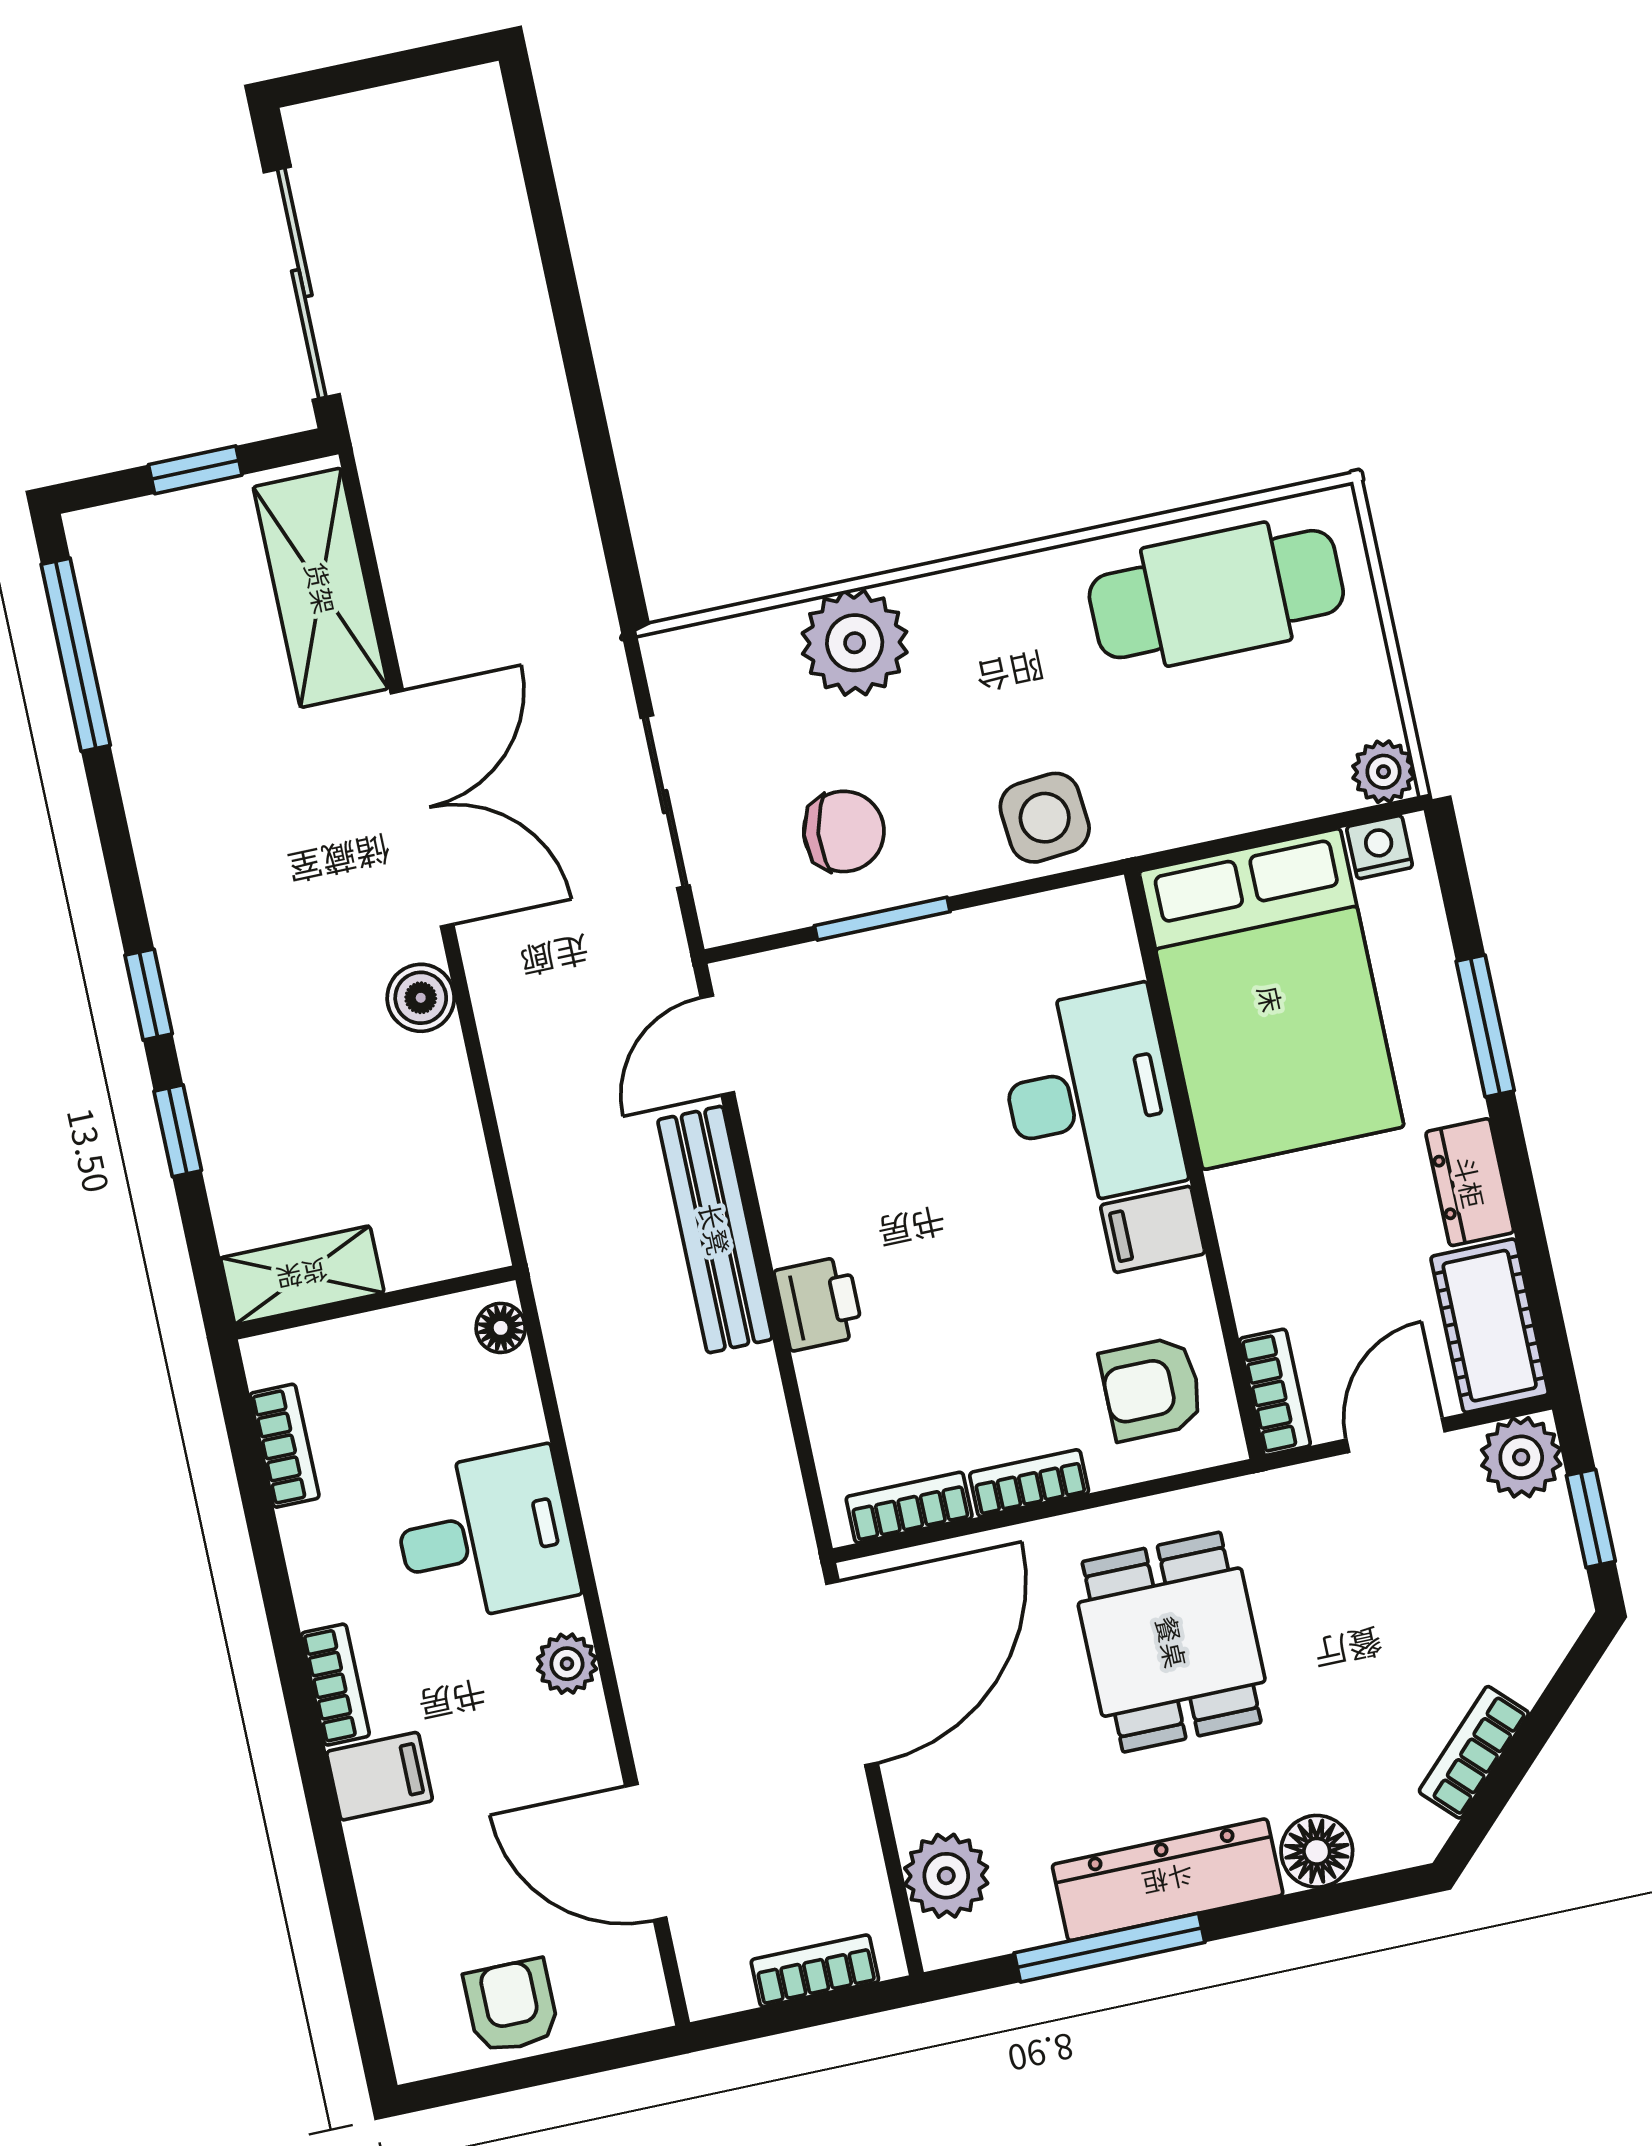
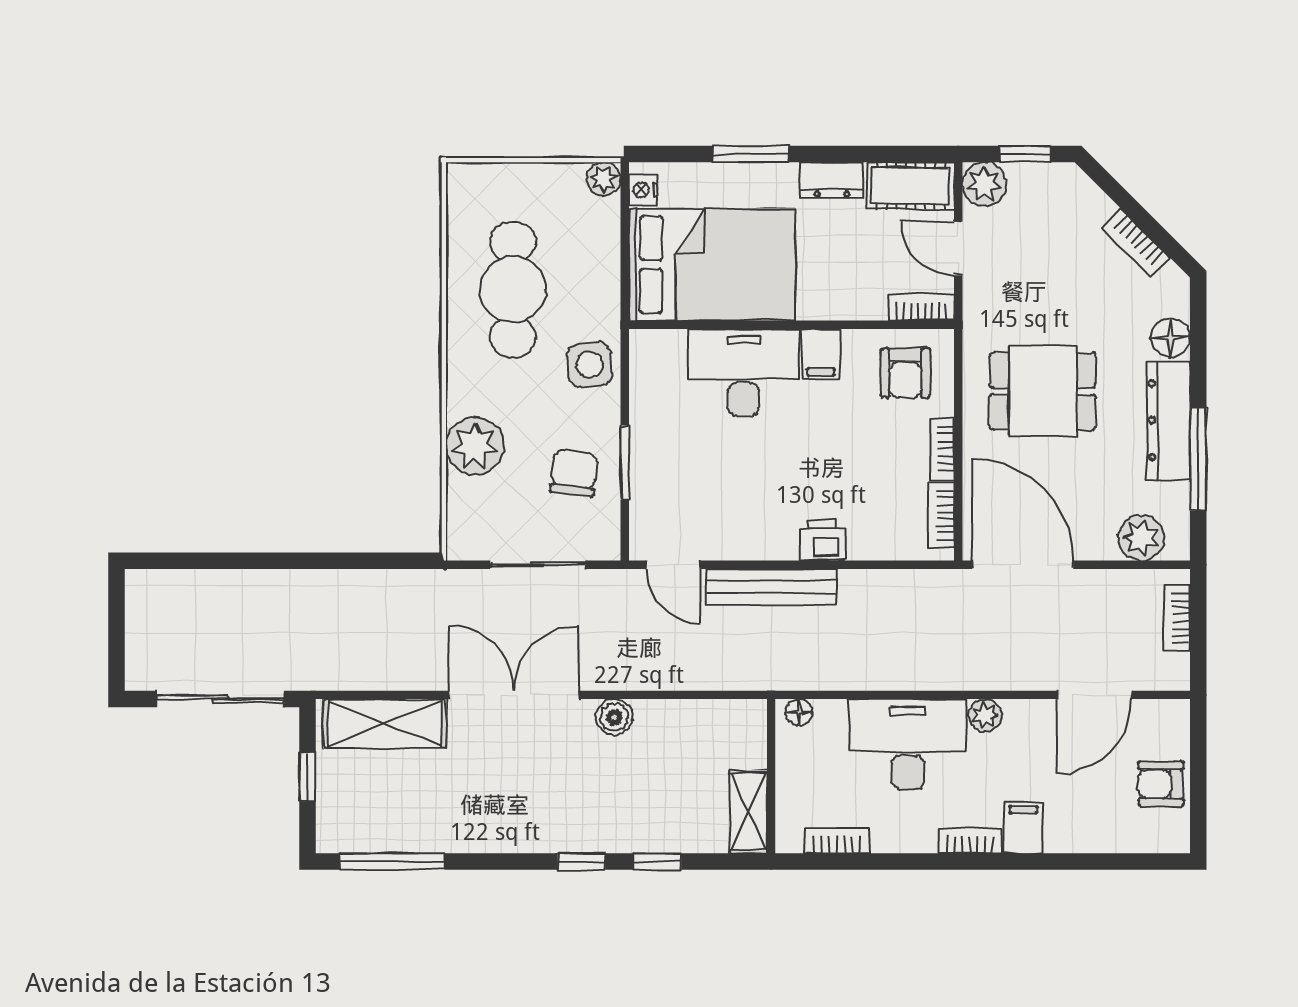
cafe table: (1216, 594) -> (513, 289), moved
desk: (485, 1536) -> (908, 744), width x1.37

